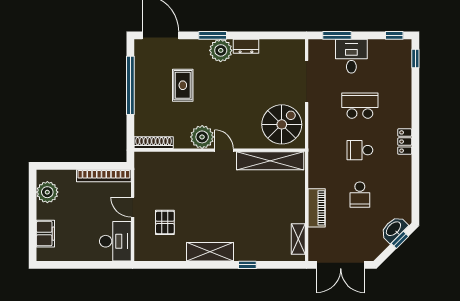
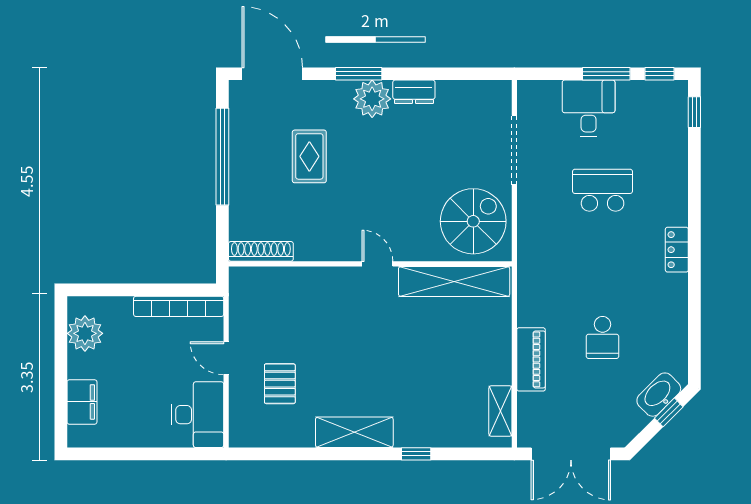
window: (337, 35) -> (606, 74), moved
plant: (202, 137) -> (341, 242), removed
school desk: (360, 150) -> (603, 264), removed

